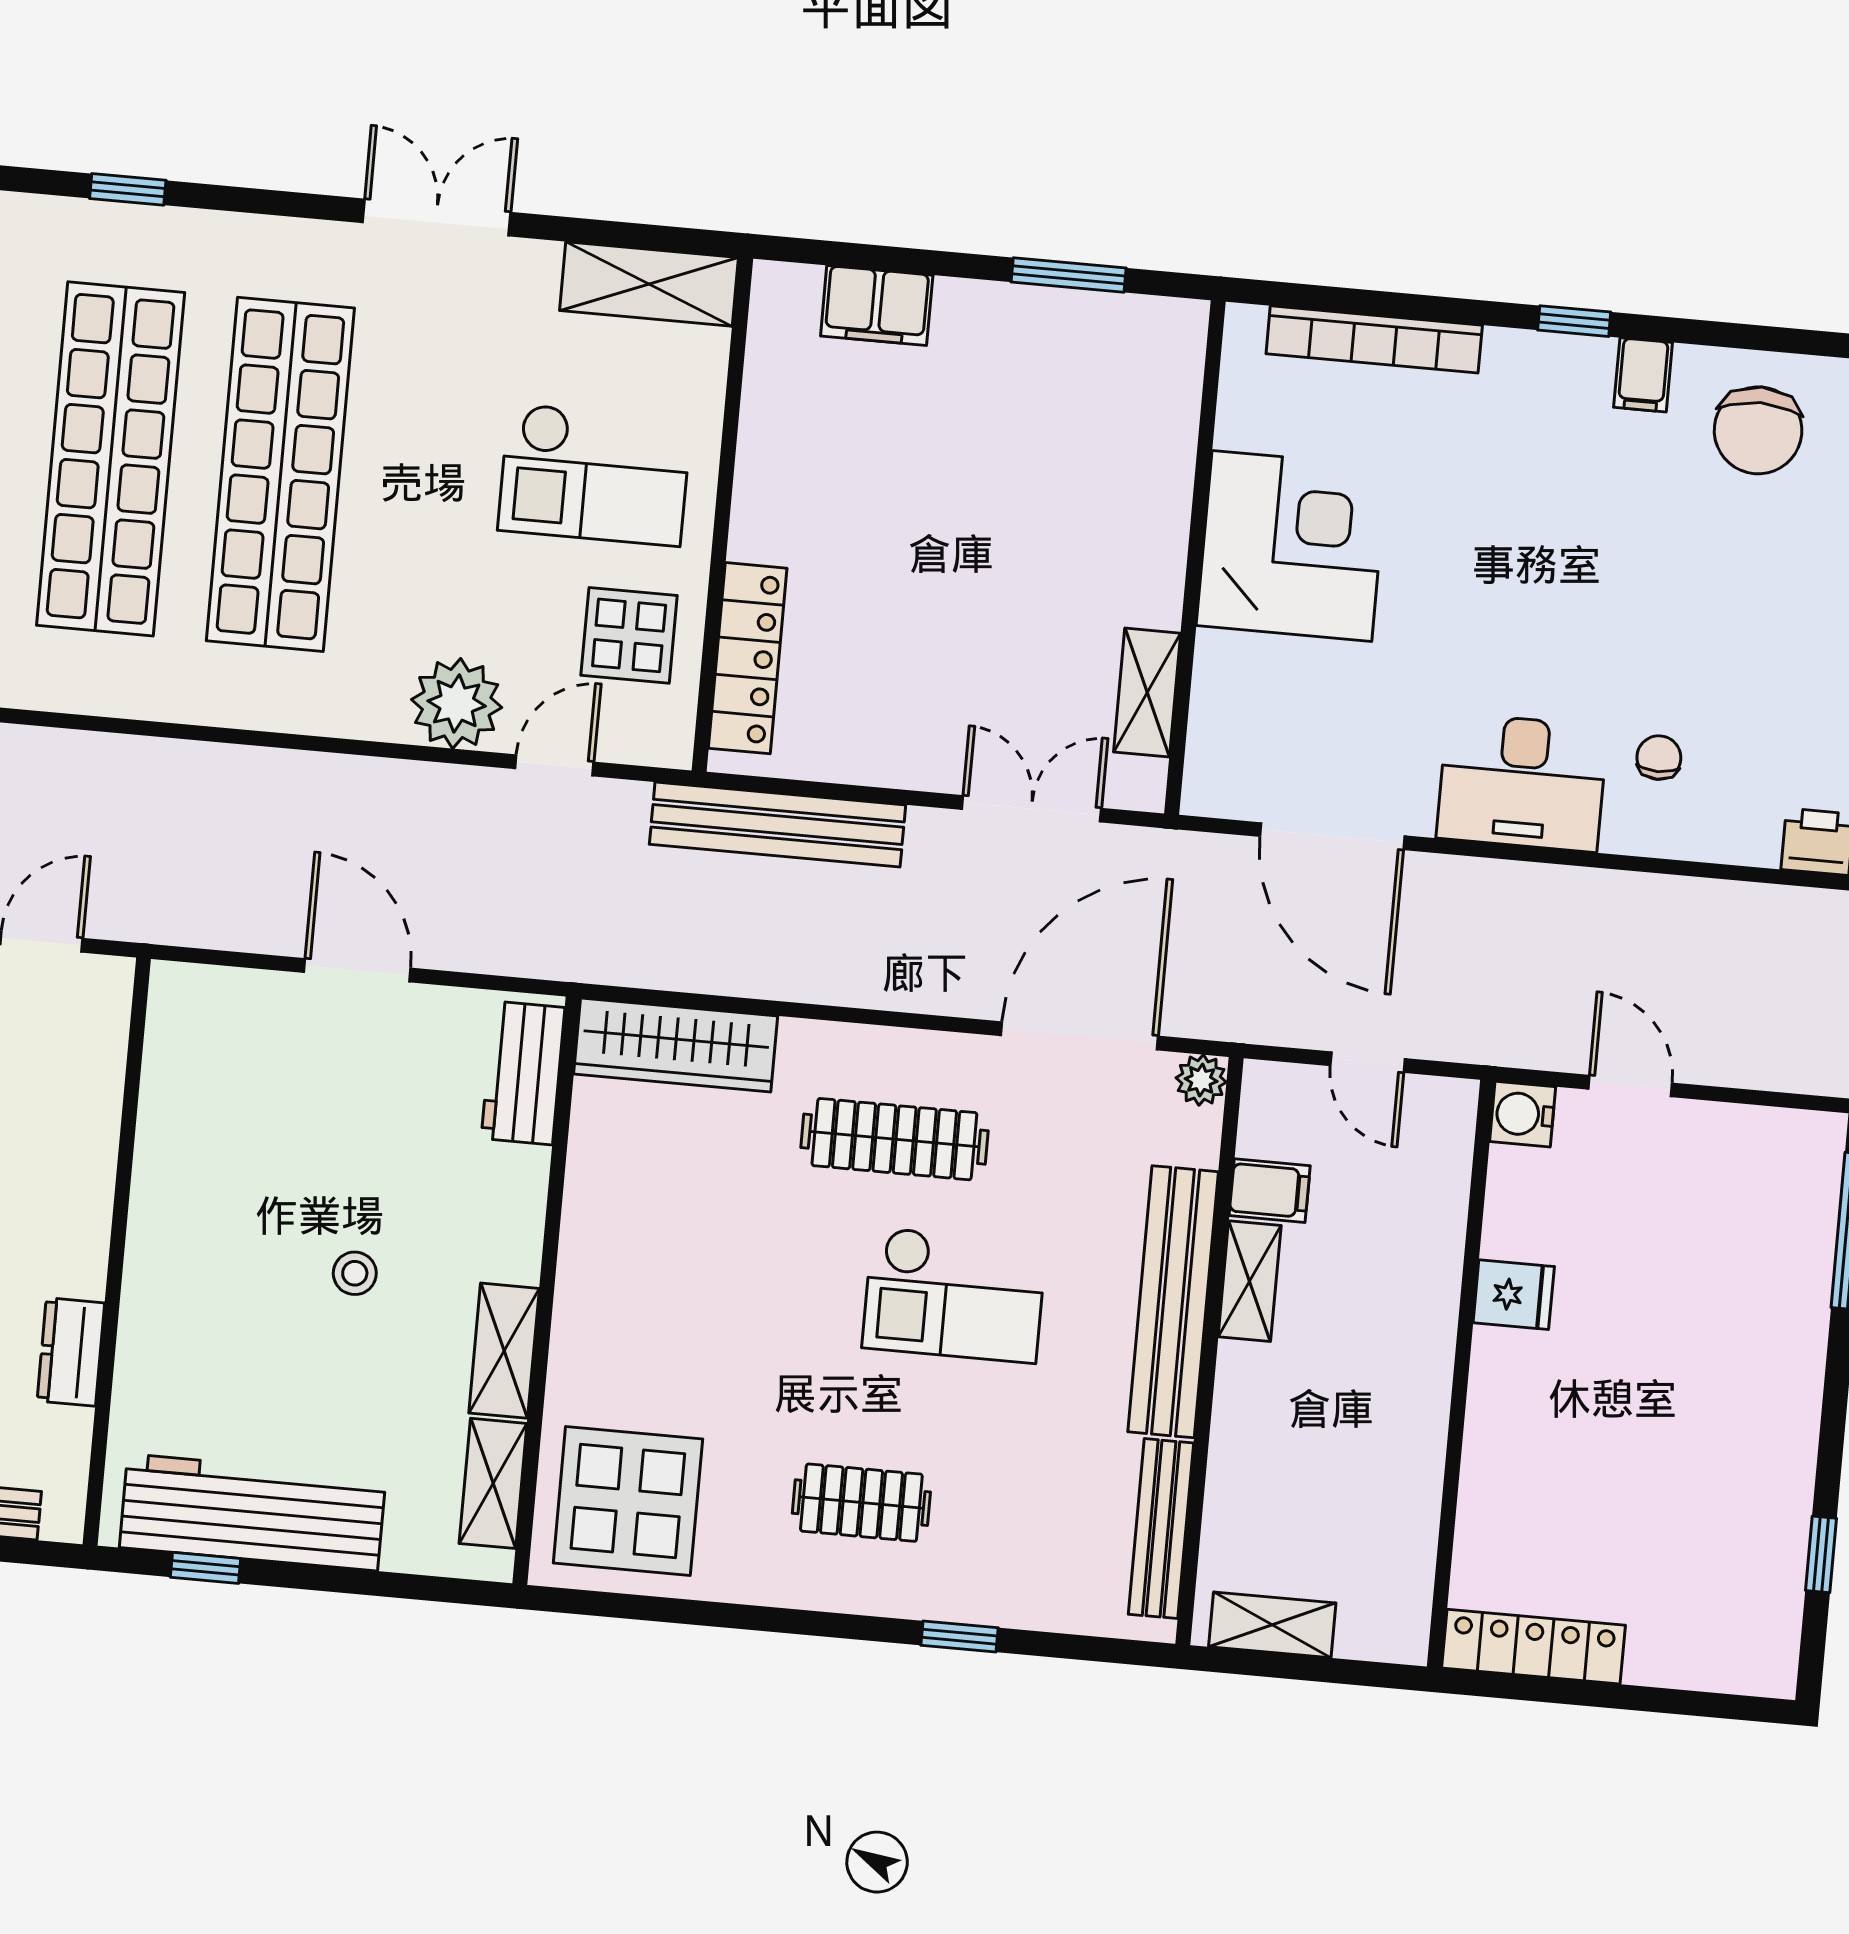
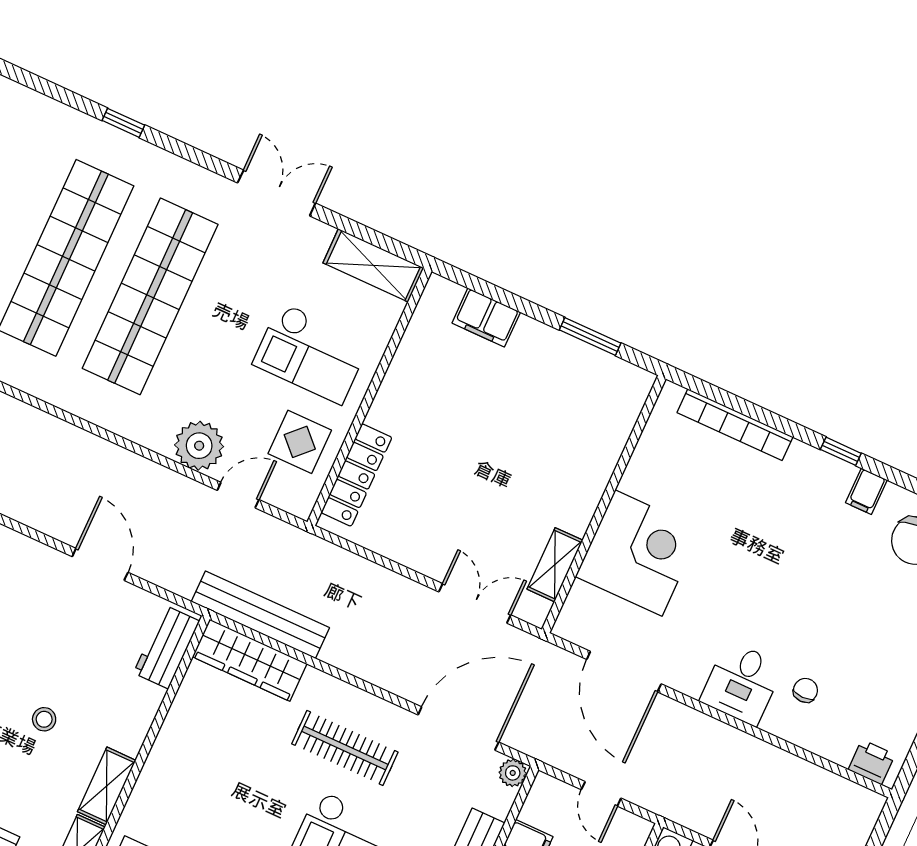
corner desk: (1292, 546) -> (638, 553), moved
desk: (1522, 782) -> (742, 683), width x0.73
bench: (778, 825) -> (260, 615), moved

